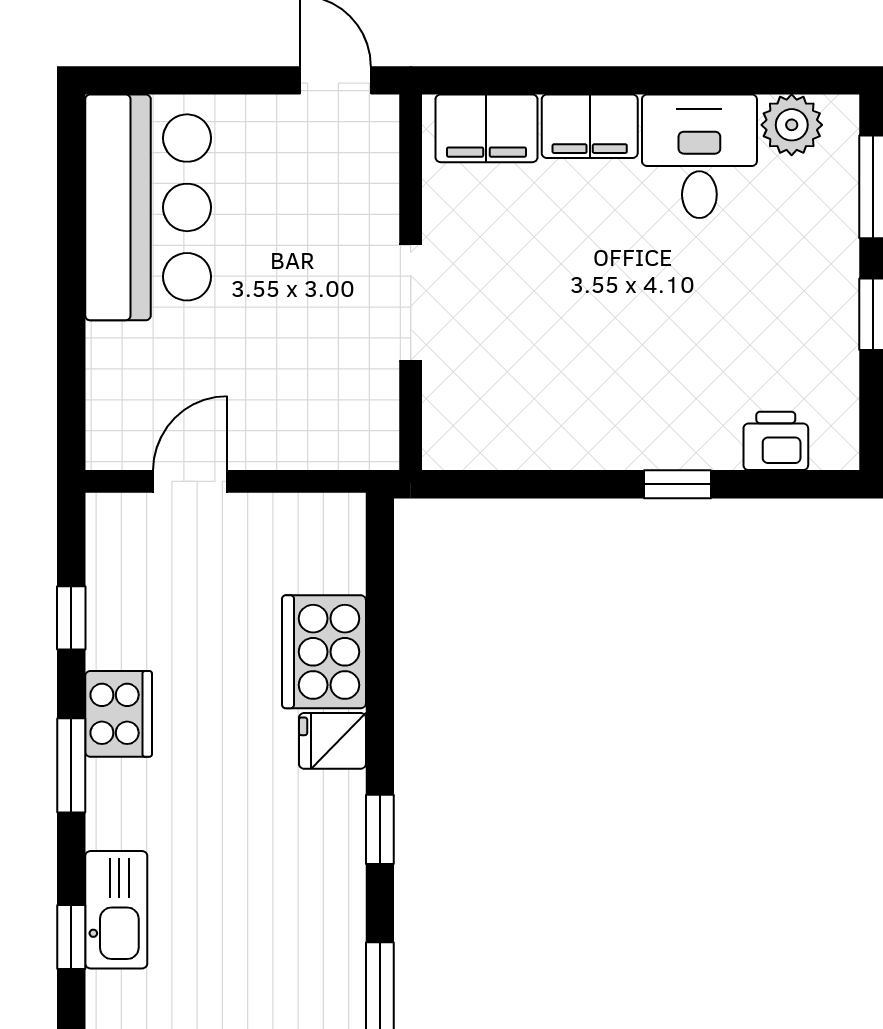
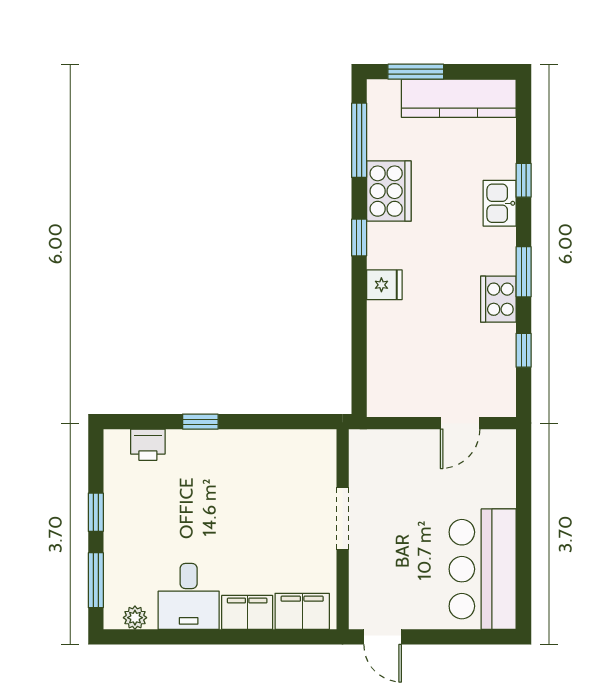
plant: (792, 125) -> (135, 618), width x0.73, depth x0.73
cooker: (324, 652) -> (389, 191), moved
kitchen sink: (116, 910) -> (500, 203), width x0.73

